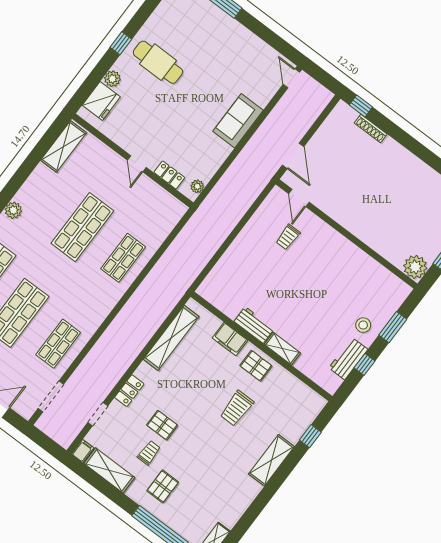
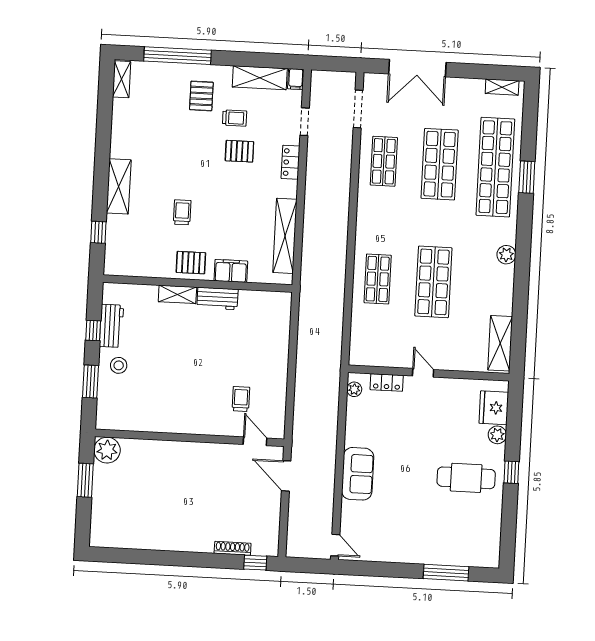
trolley: (237, 408) -> (182, 212), width x0.73, depth x0.72
trolley: (149, 453) -> (235, 118), turned -90

